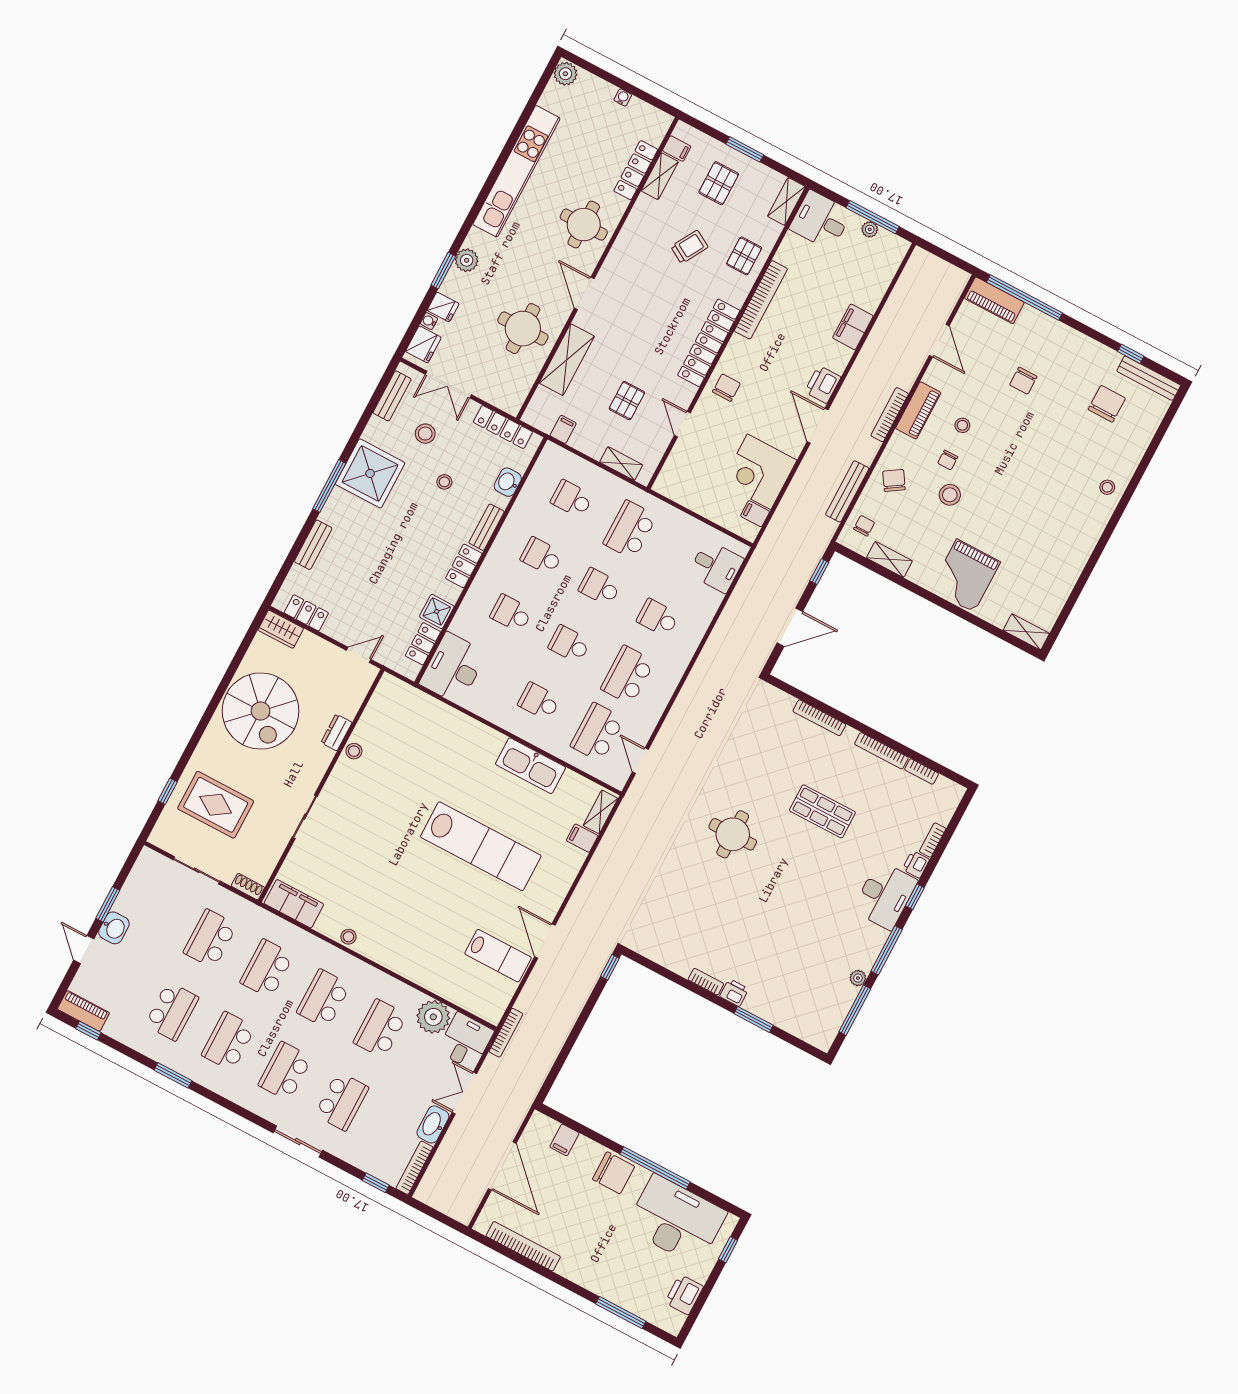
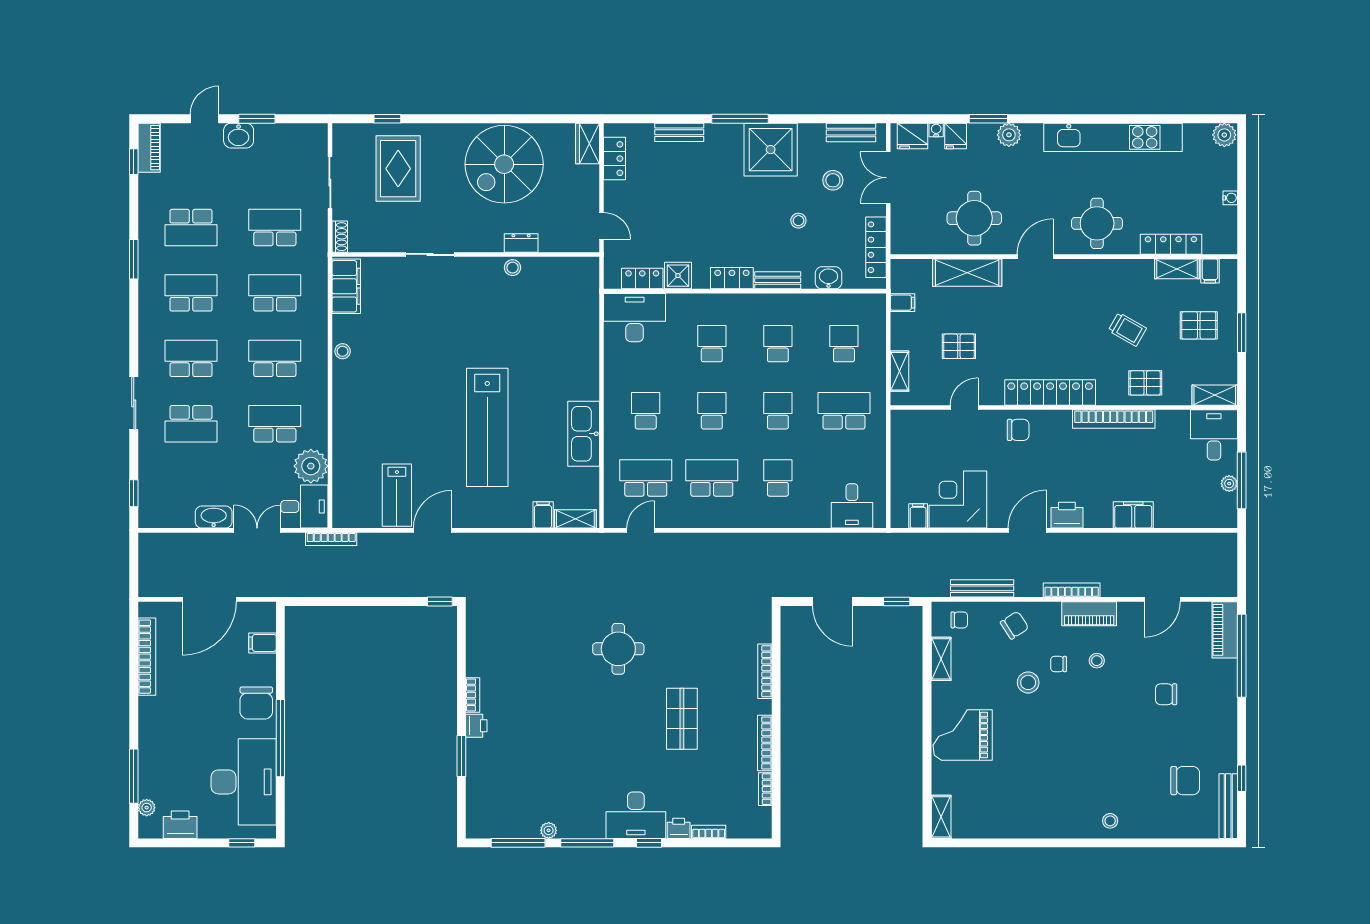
bookcase: (415, 1168) -> (166, 521), removed
plant: (654, 1316) -> (147, 808), added

